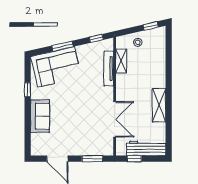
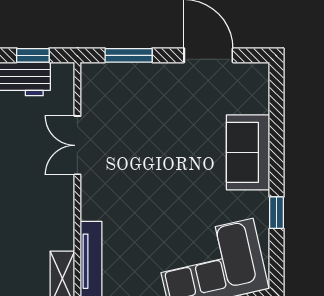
double door: (115, 119) -> (77, 145), width x0.73

